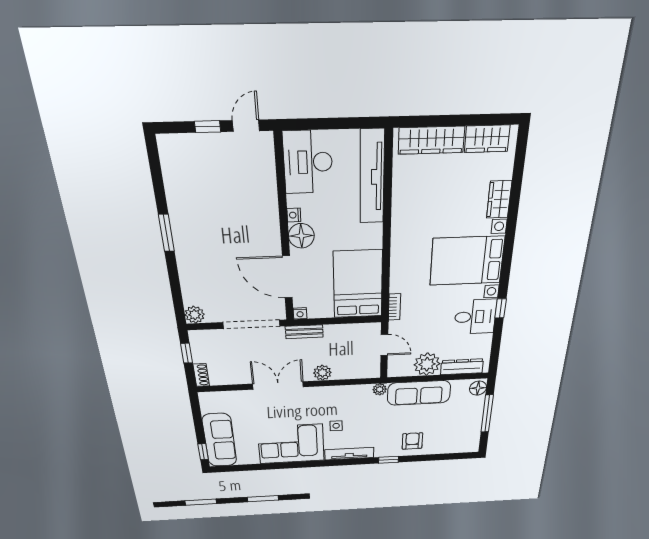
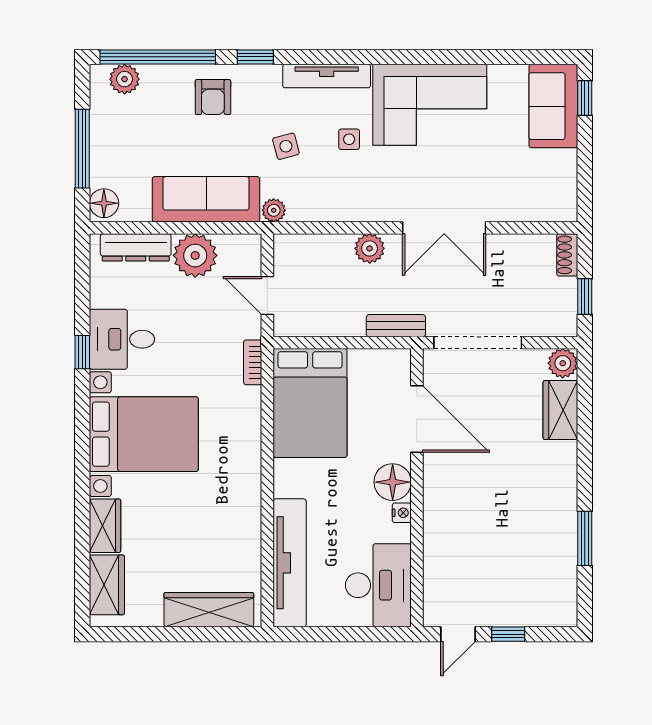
wardrobe: (487, 139) -> (107, 585), moved, turned 90
window: (166, 233) -> (585, 538), moved
wardrobe: (192, 286) -> (560, 410), added
nightstand: (300, 313) -> (401, 358), removed
side table: (372, 421) -> (286, 146), added
sofa: (220, 440) -> (553, 106), width x0.73
plant: (460, 446) -> (125, 79), added
window: (441, 457) -> (158, 57), added

